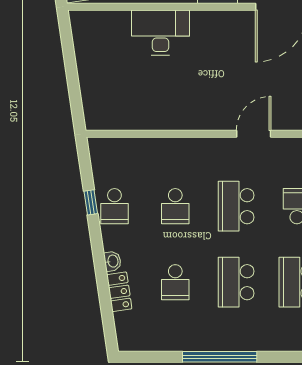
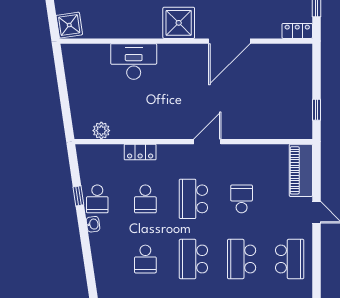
plant: (120, 120) -> (101, 131), added
washbasin: (112, 261) -> (93, 224), moved
locker: (119, 292) -> (140, 152), moved, turned 98

